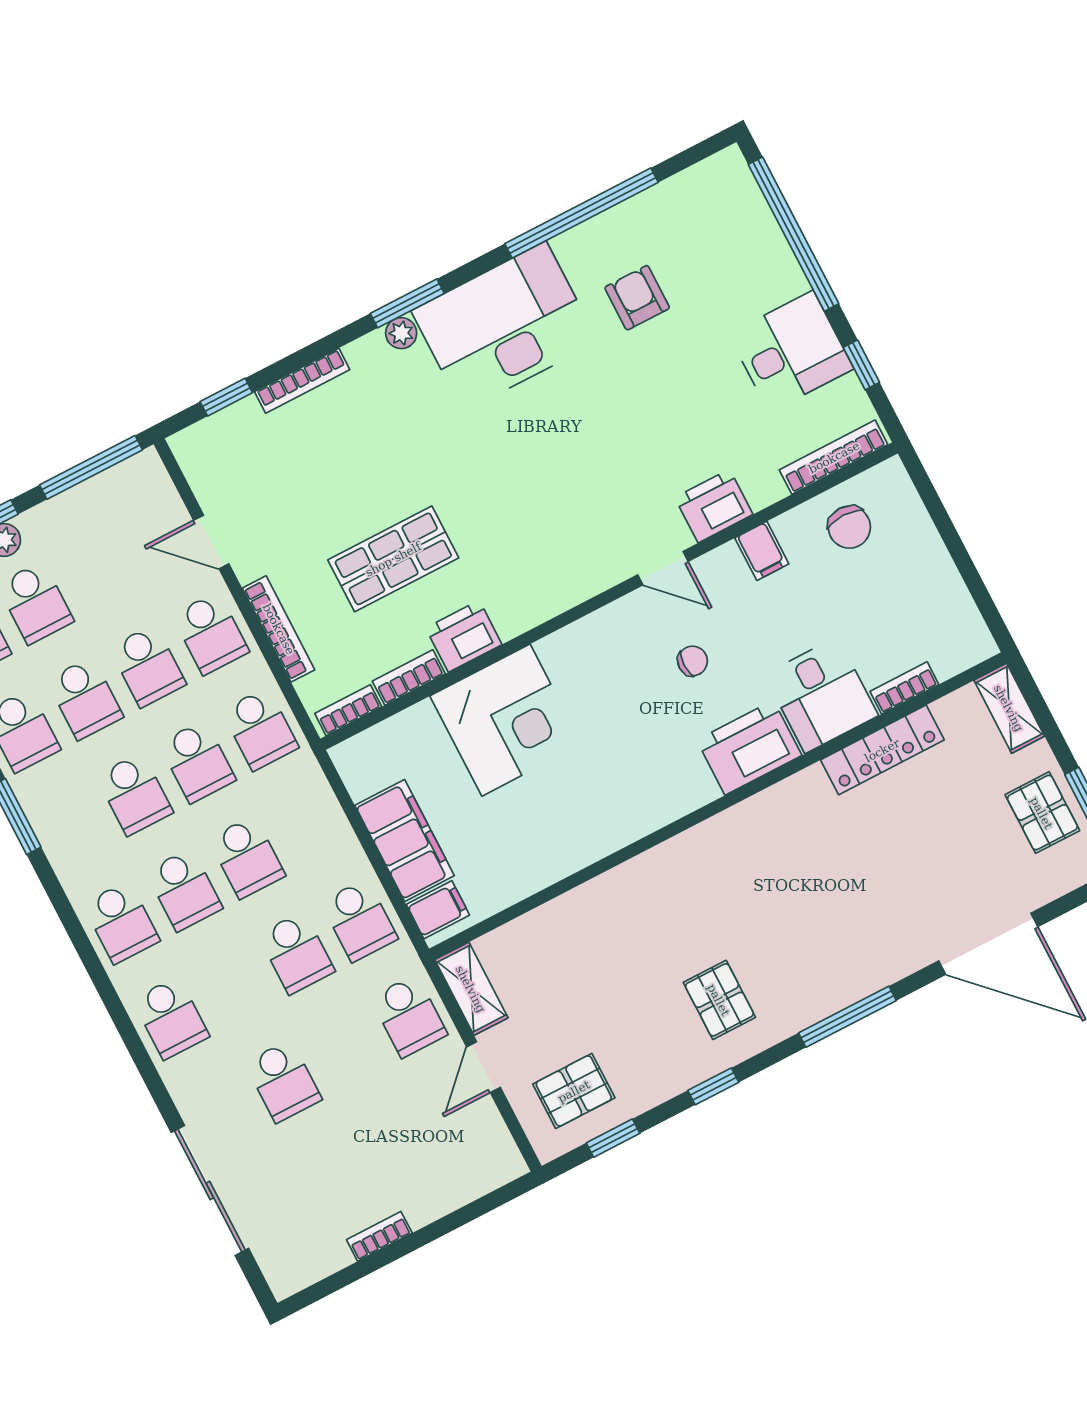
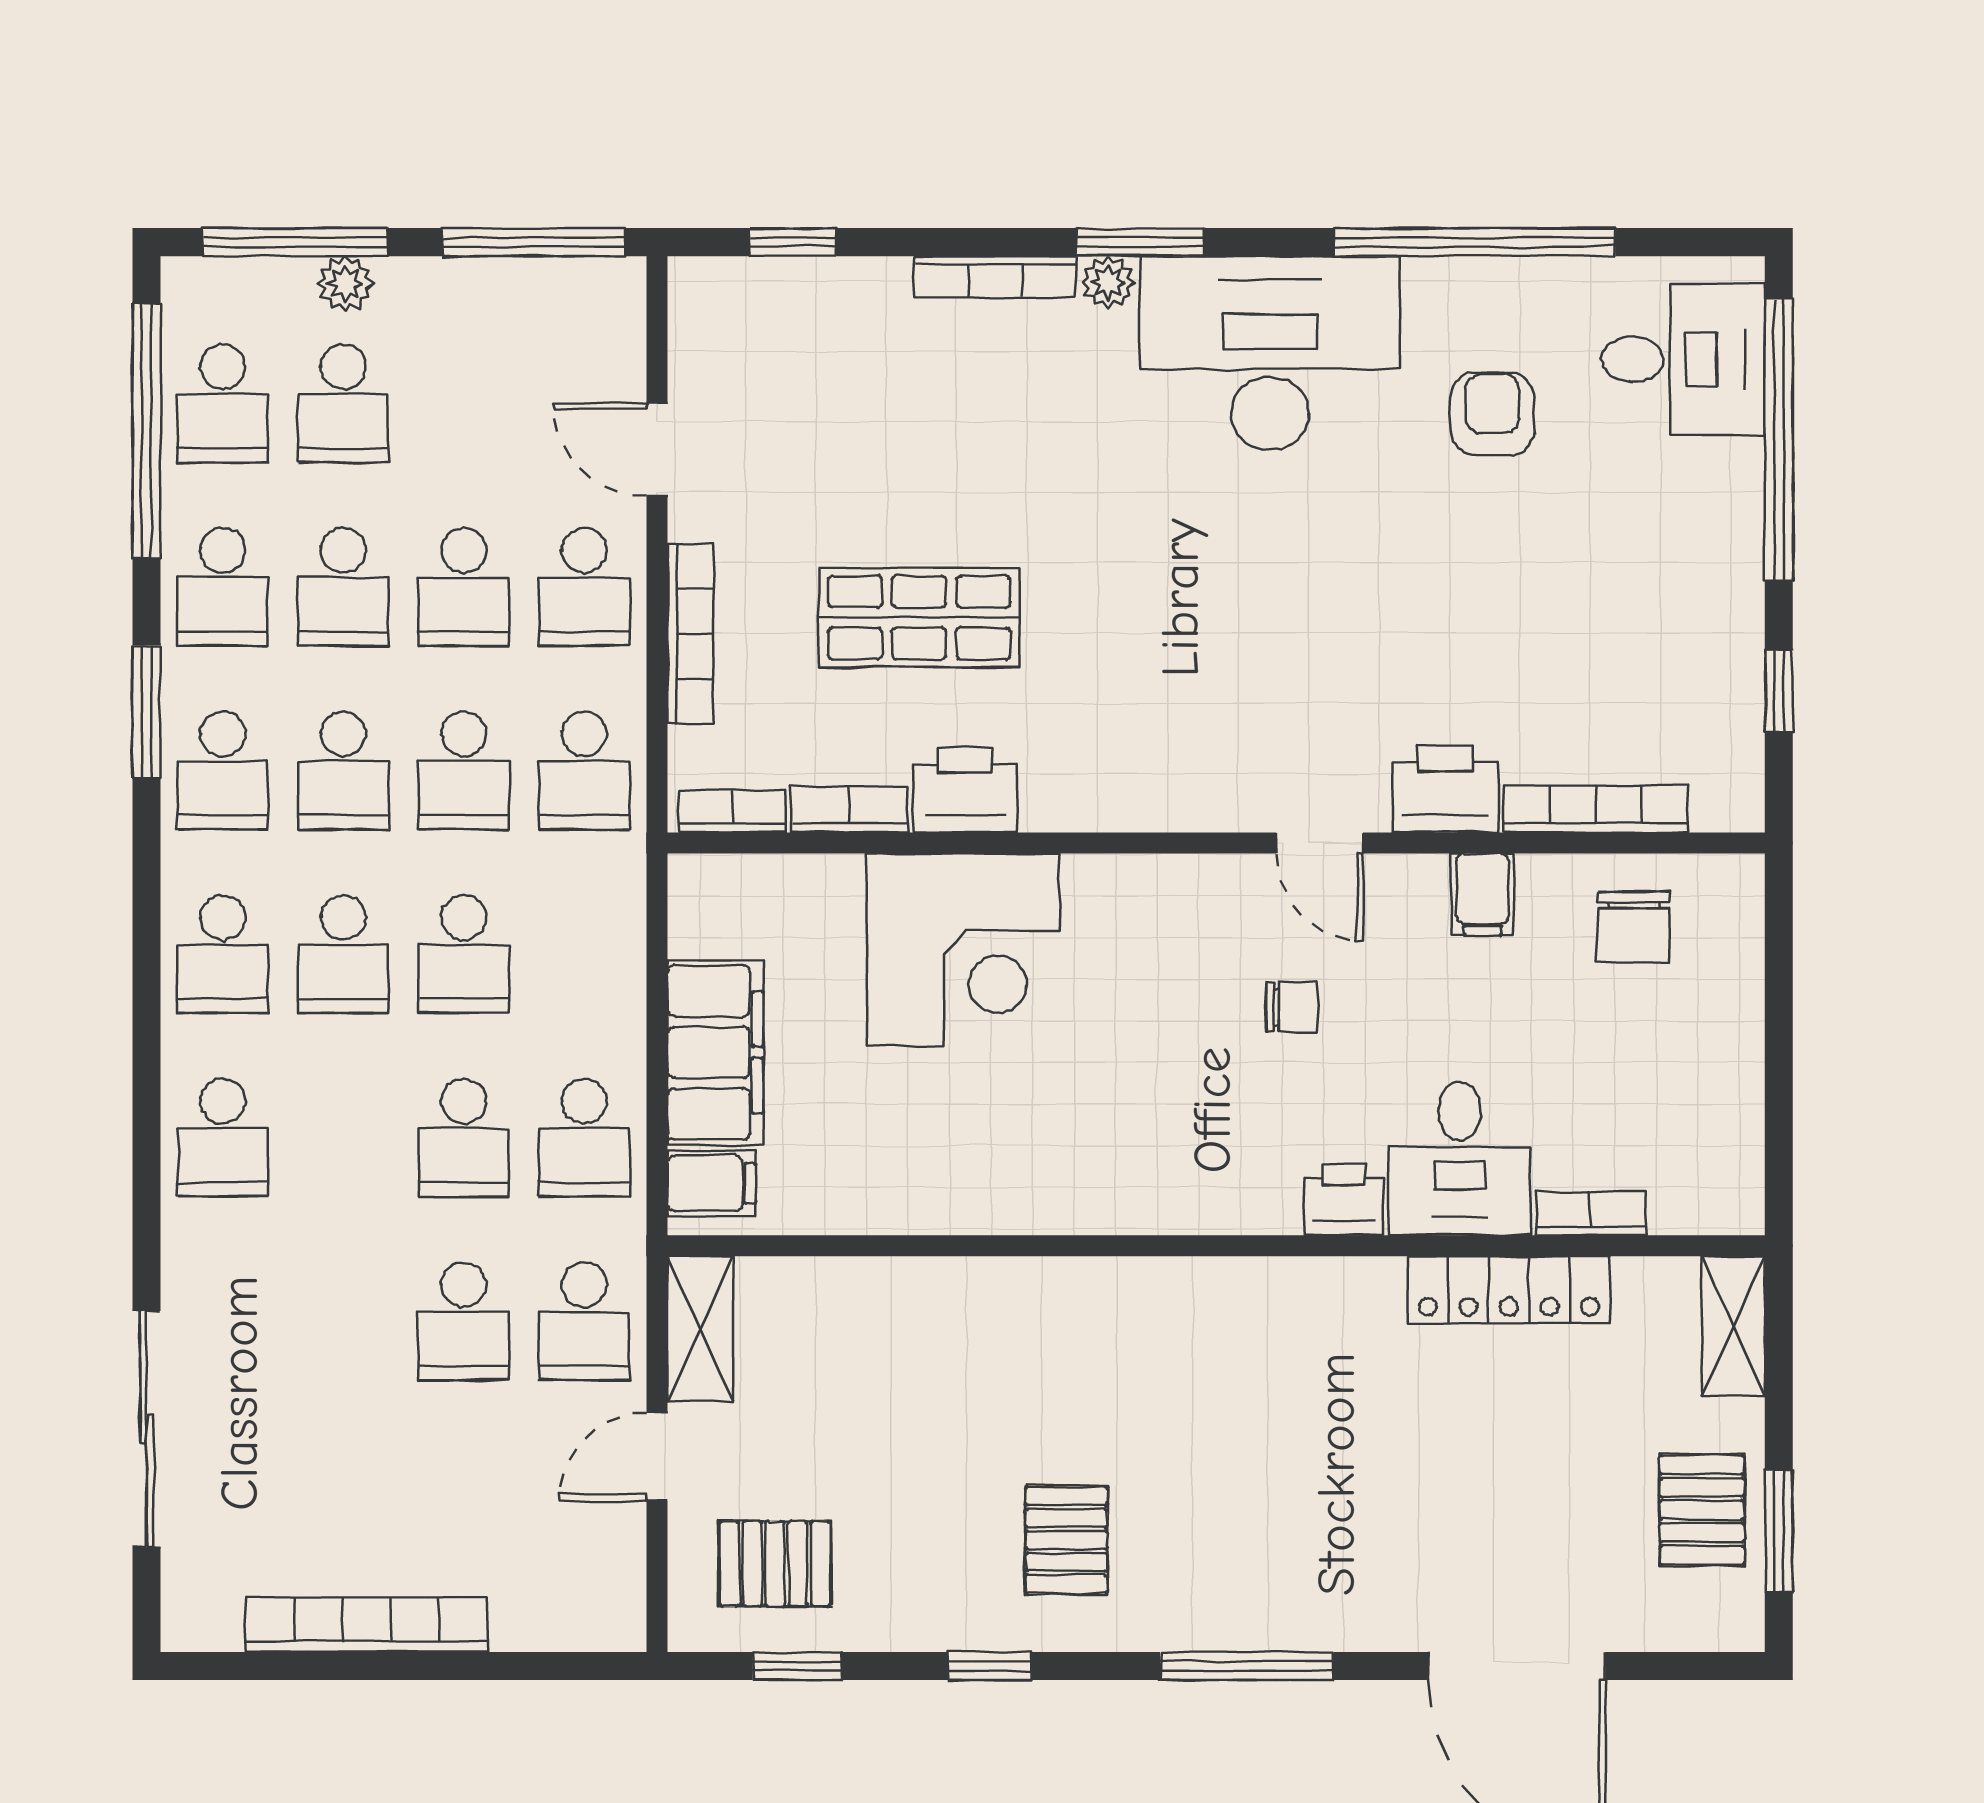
desk: (791, 351) -> (1683, 359), moved
bookcase: (302, 381) -> (995, 277), moved
bookcase: (834, 457) -> (1596, 809), moved
printer: (749, 748) -> (1344, 1199), width x0.53, depth x0.68
school desk: (72, 827) -> (223, 771), added
school desk: (283, 1081) -> (464, 1321), moved
bookcase: (379, 1236) -> (367, 1625), width x2.31, depth x1.31

